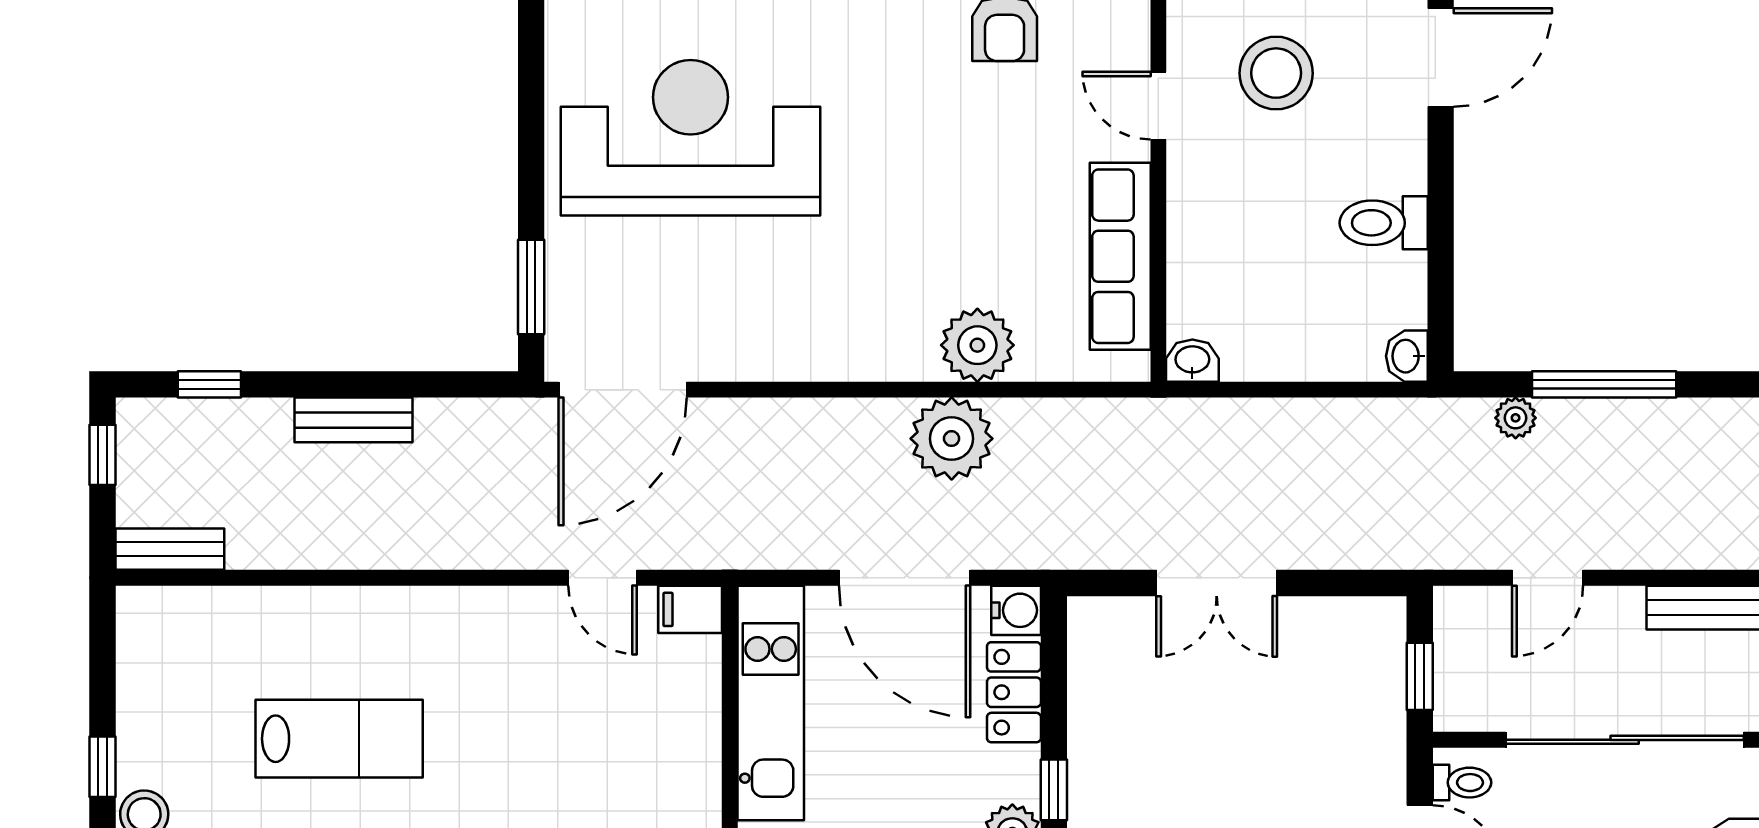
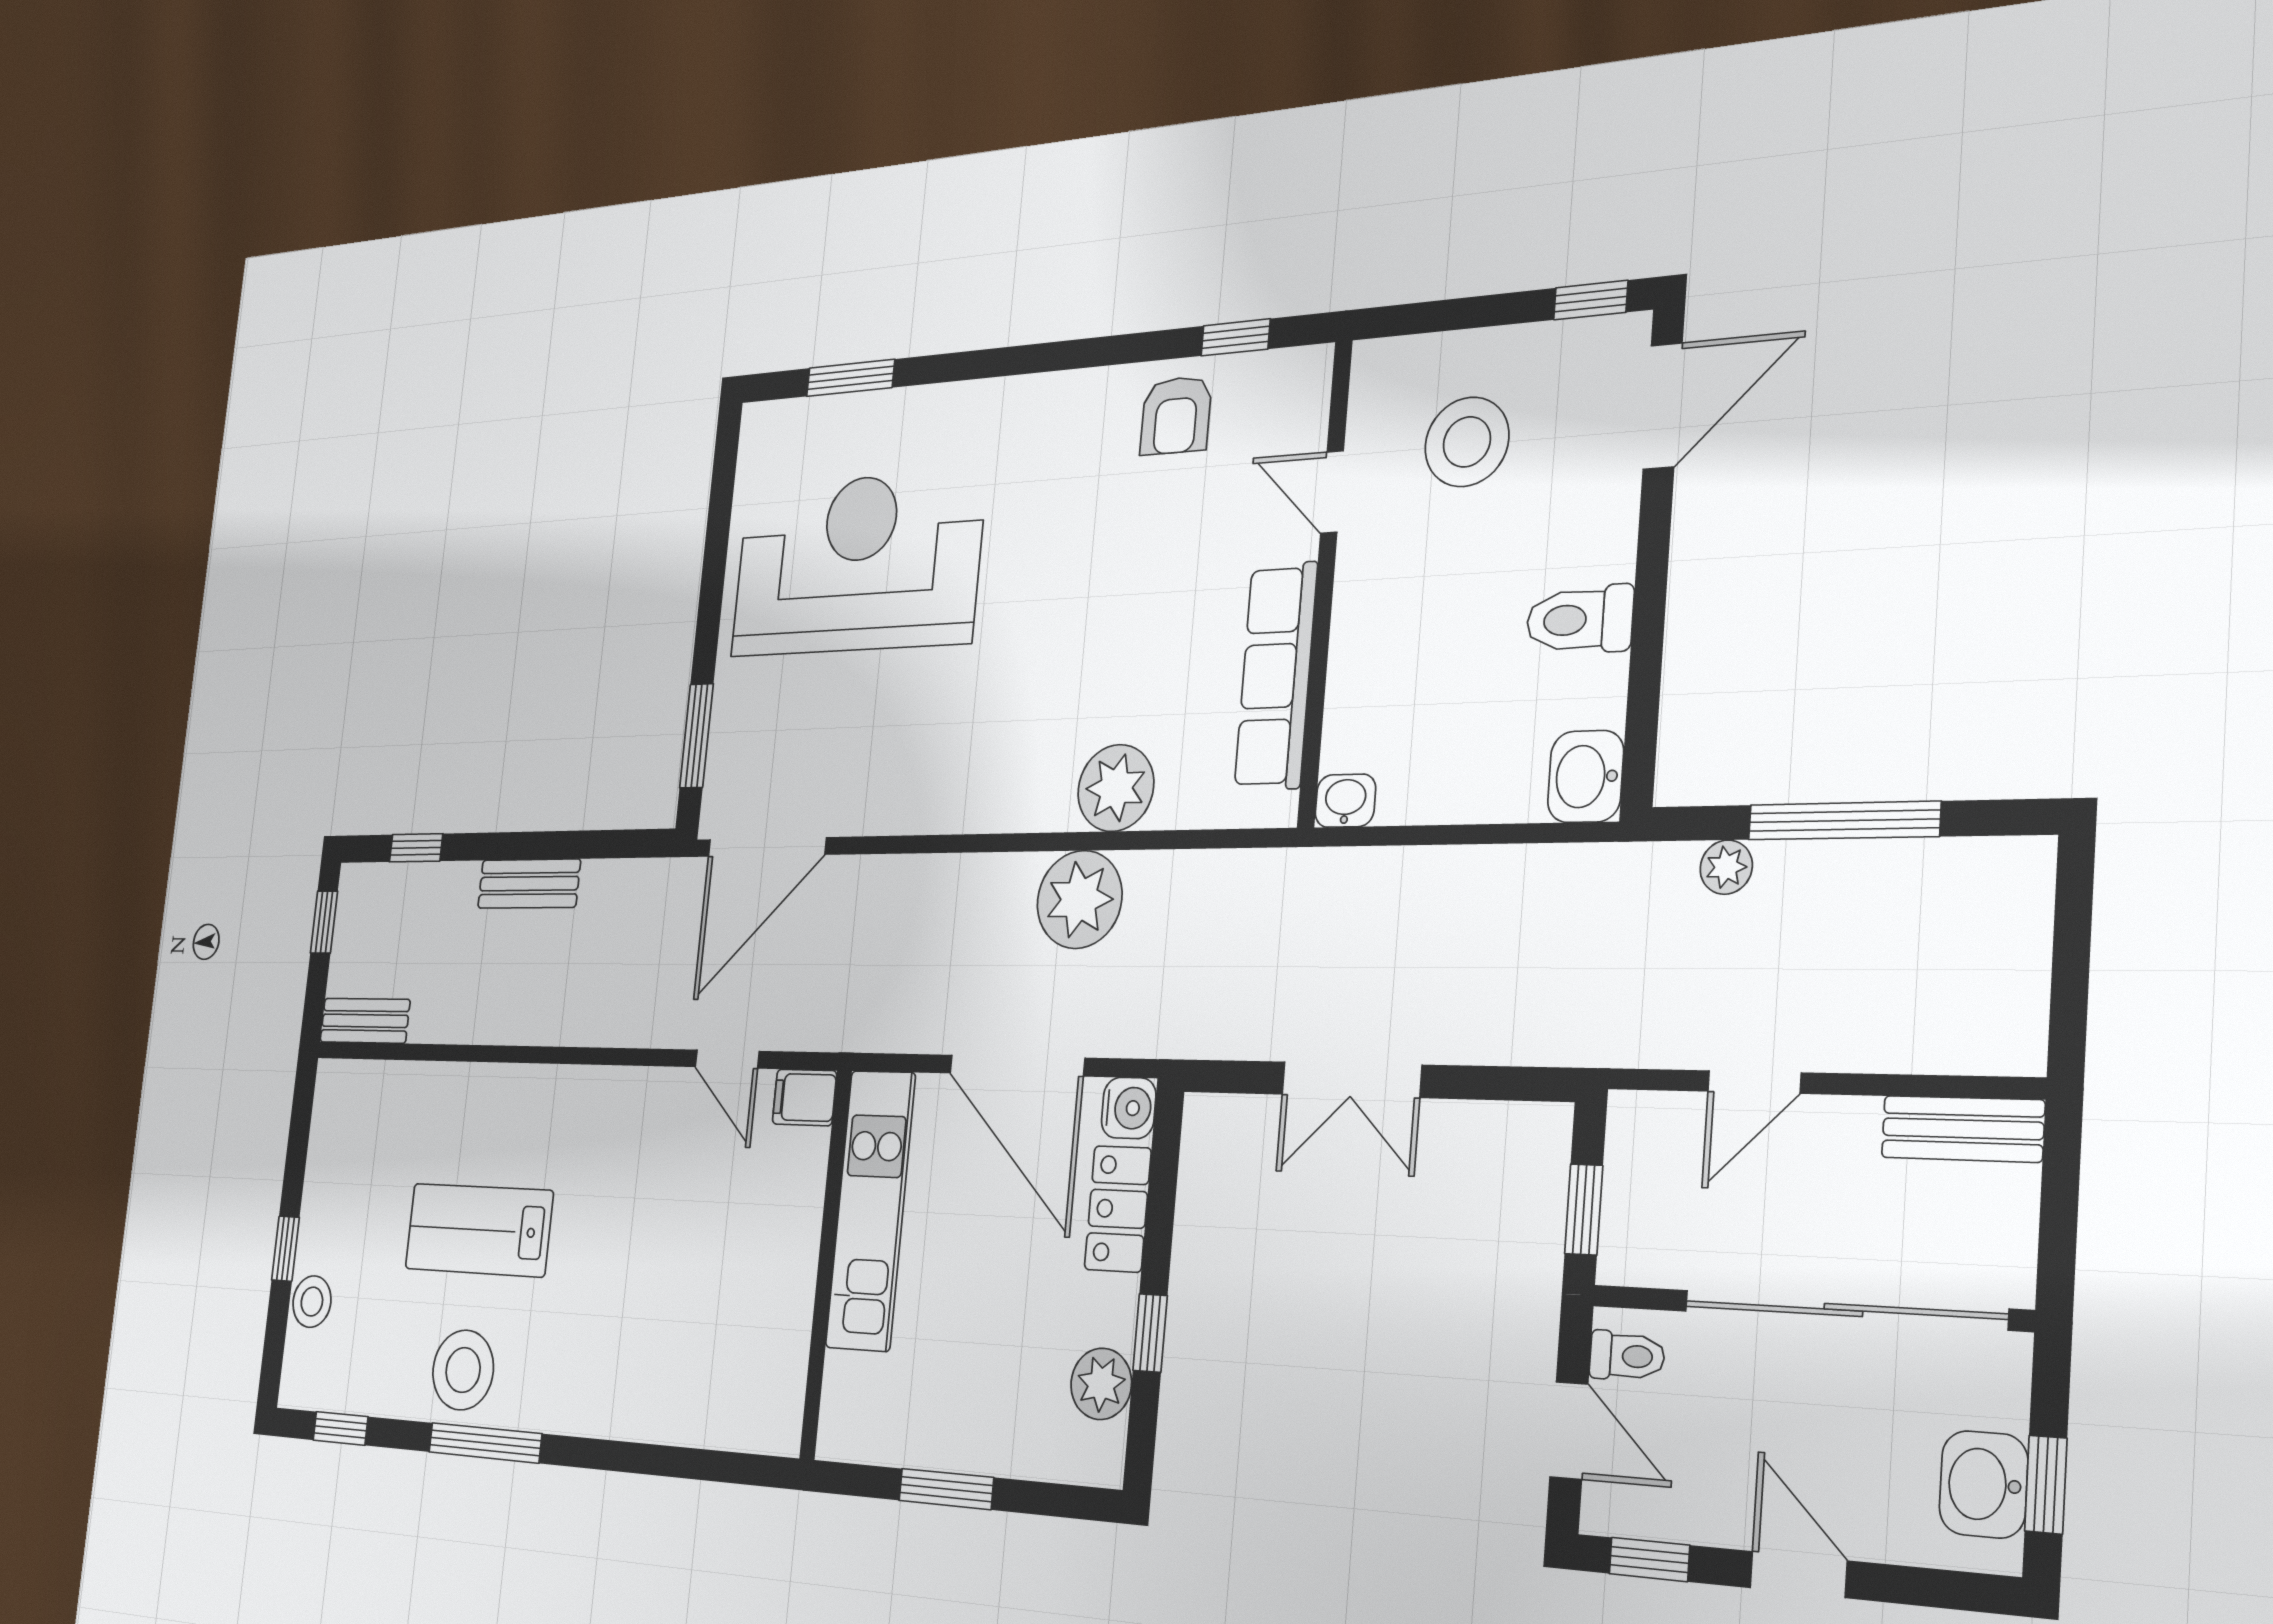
washbasin: (1407, 356) -> (1586, 776), width x1.38, depth x1.45
lab bench: (339, 739) -> (479, 1230), turned 180

